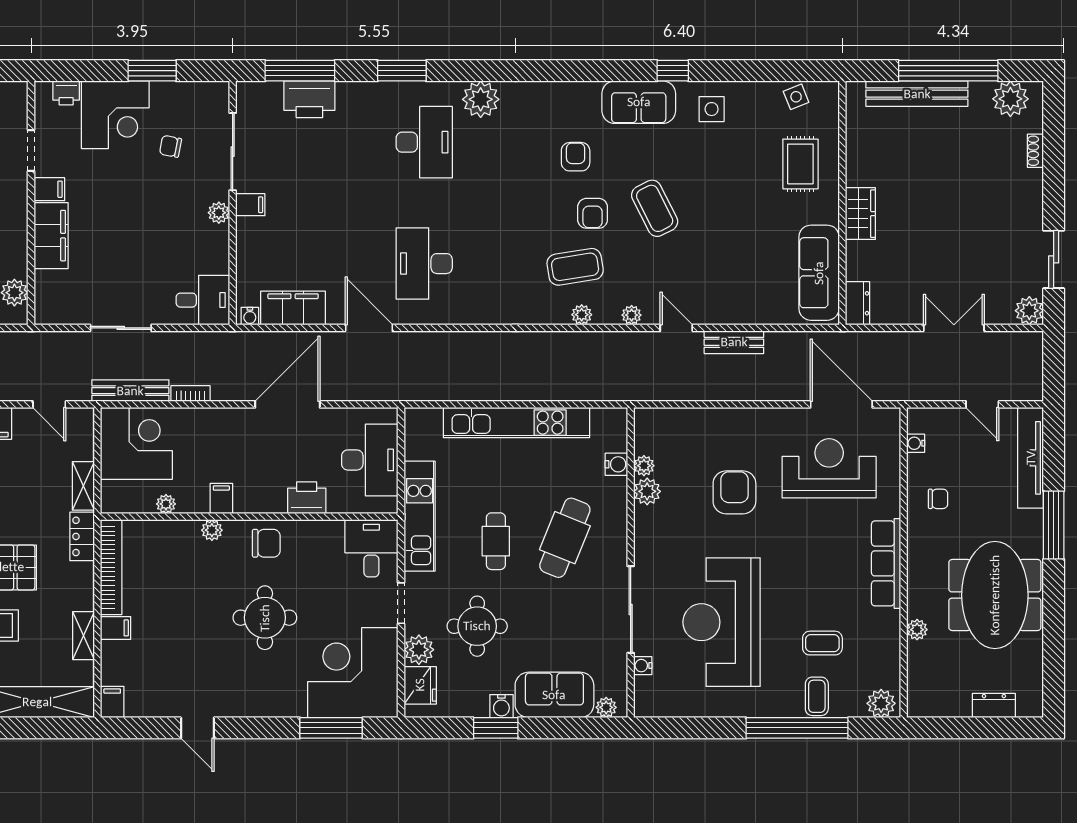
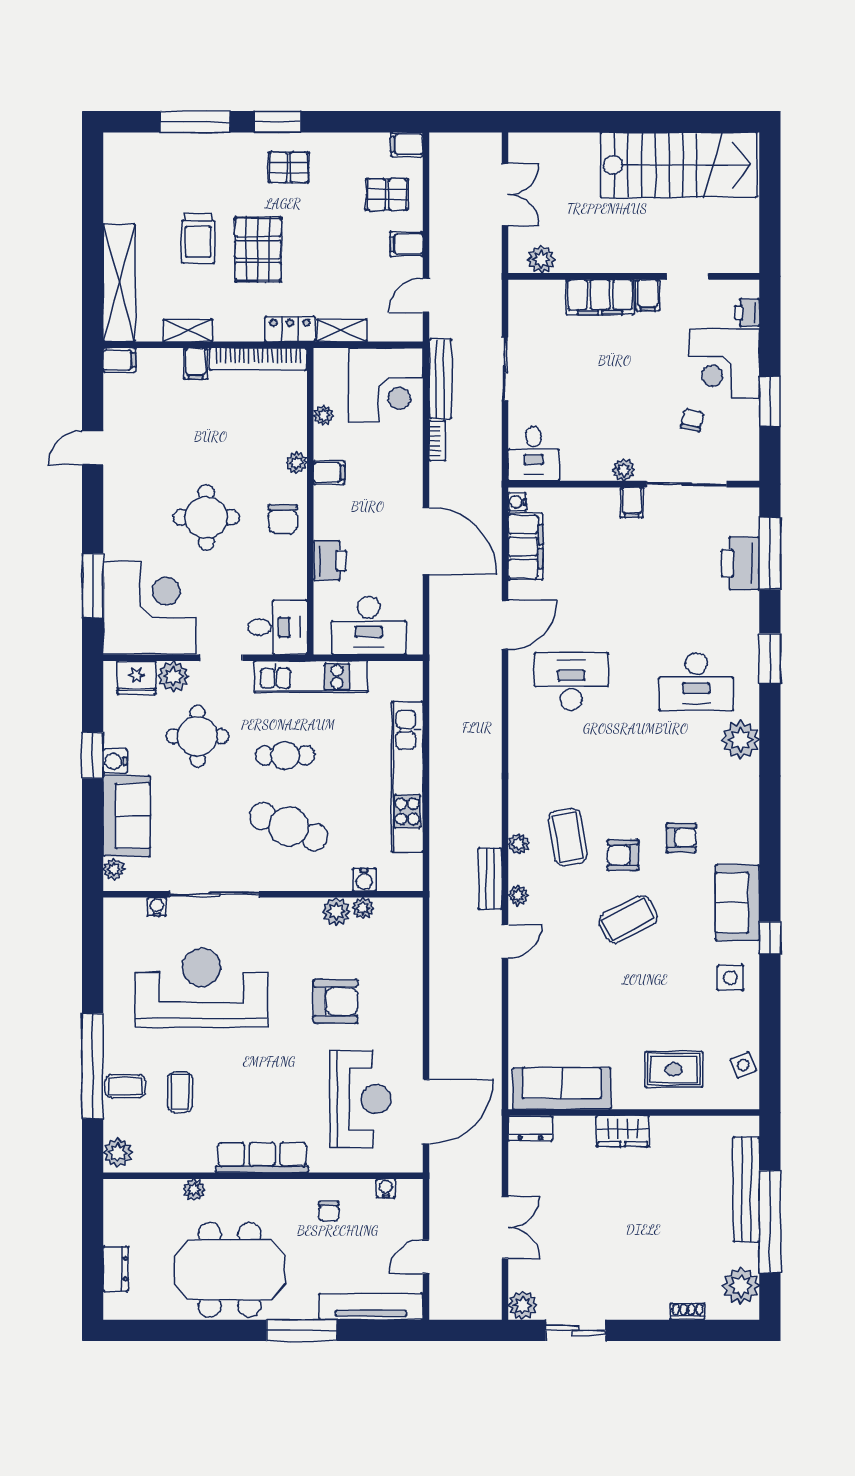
bench: (734, 342) -> (490, 879), moved

